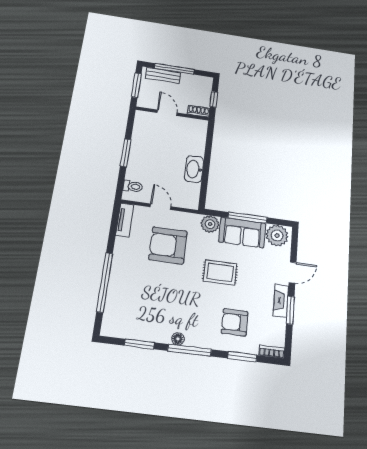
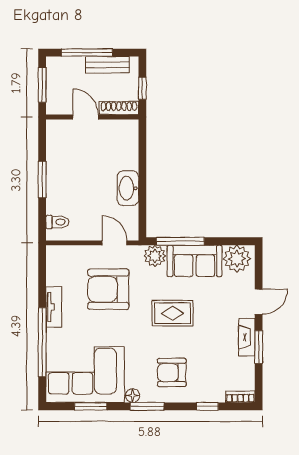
bench: (163, 75) -> (107, 65), moved
shoe rack: (199, 111) -> (119, 108), width x1.43
door: (161, 207) -> (115, 243), moved
window: (248, 218) -> (180, 241), moved
tv unit: (125, 220) -> (54, 307), moved
corner sofa: (138, 315) -> (85, 375), added
armchair: (235, 322) -> (172, 372), moved
window: (190, 350) -> (147, 406), width x0.69
window: (242, 357) -> (207, 406), width x0.67

